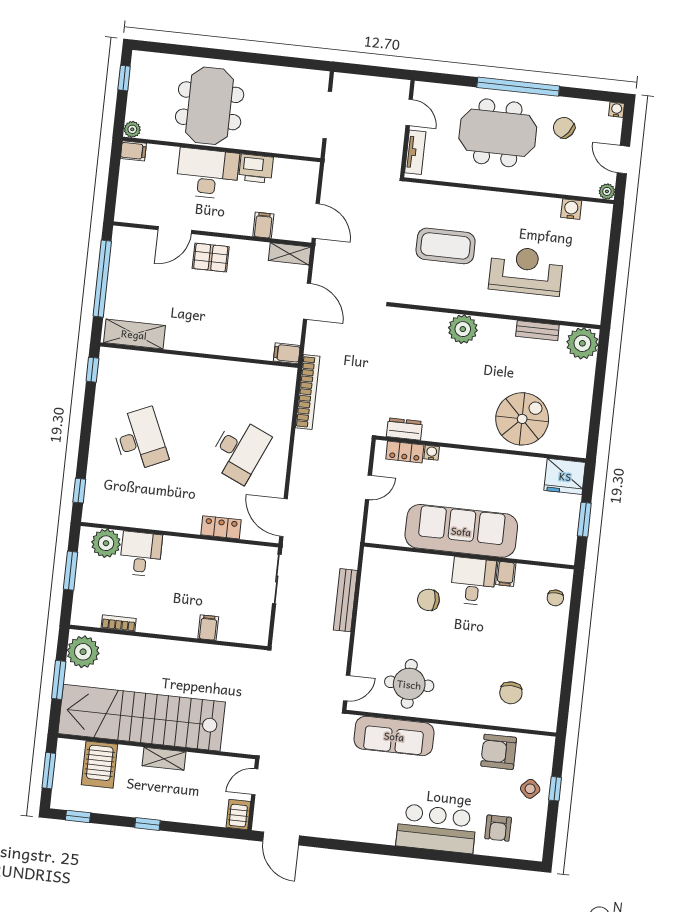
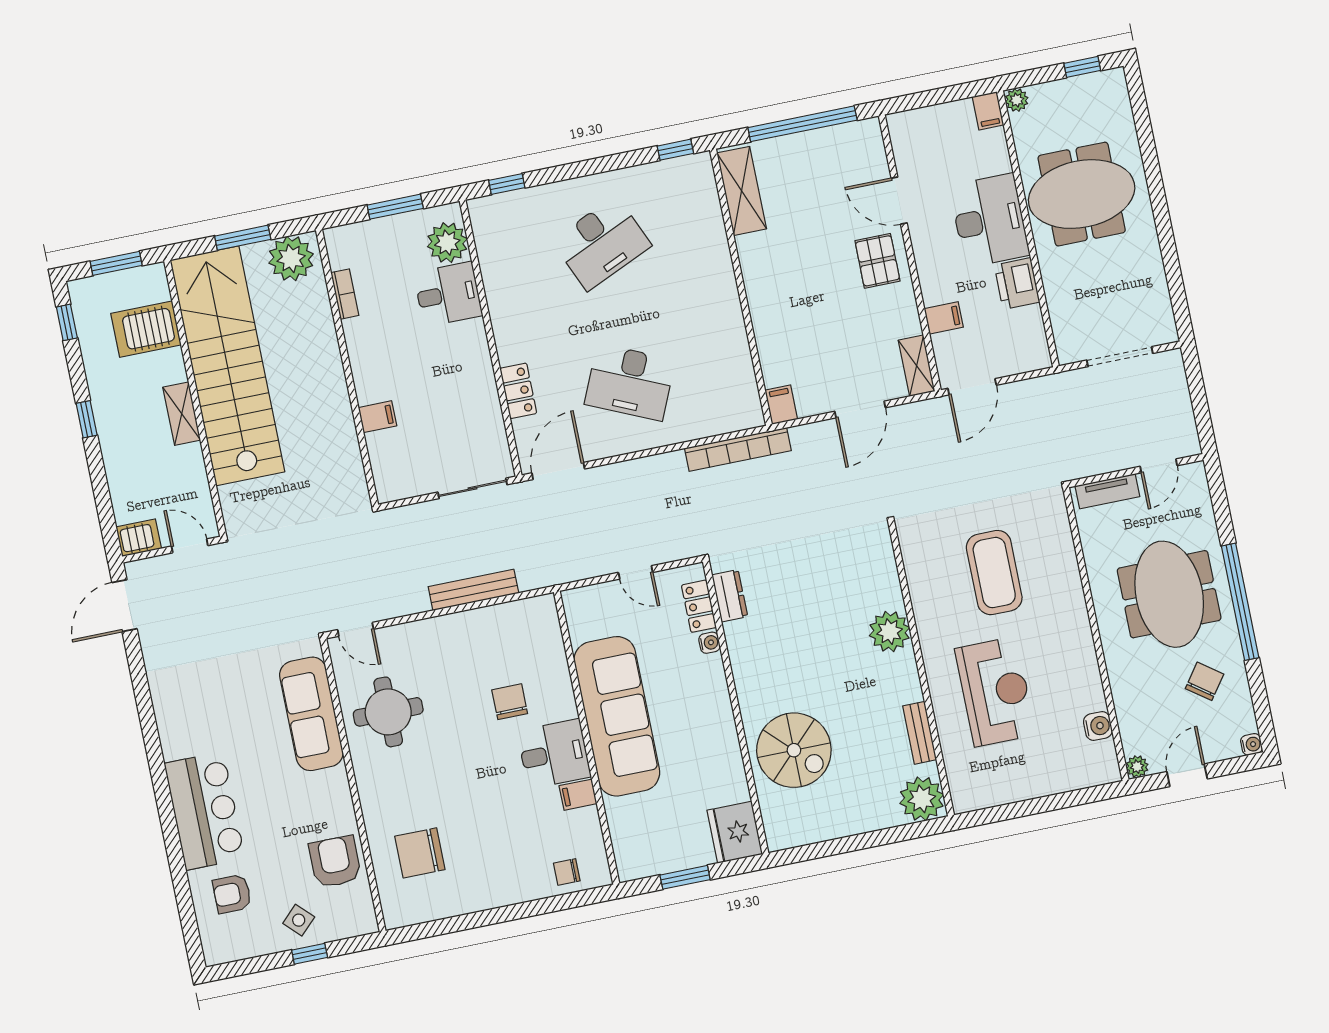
chair: (511, 693) -> (420, 853), width x1.37, depth x1.37

